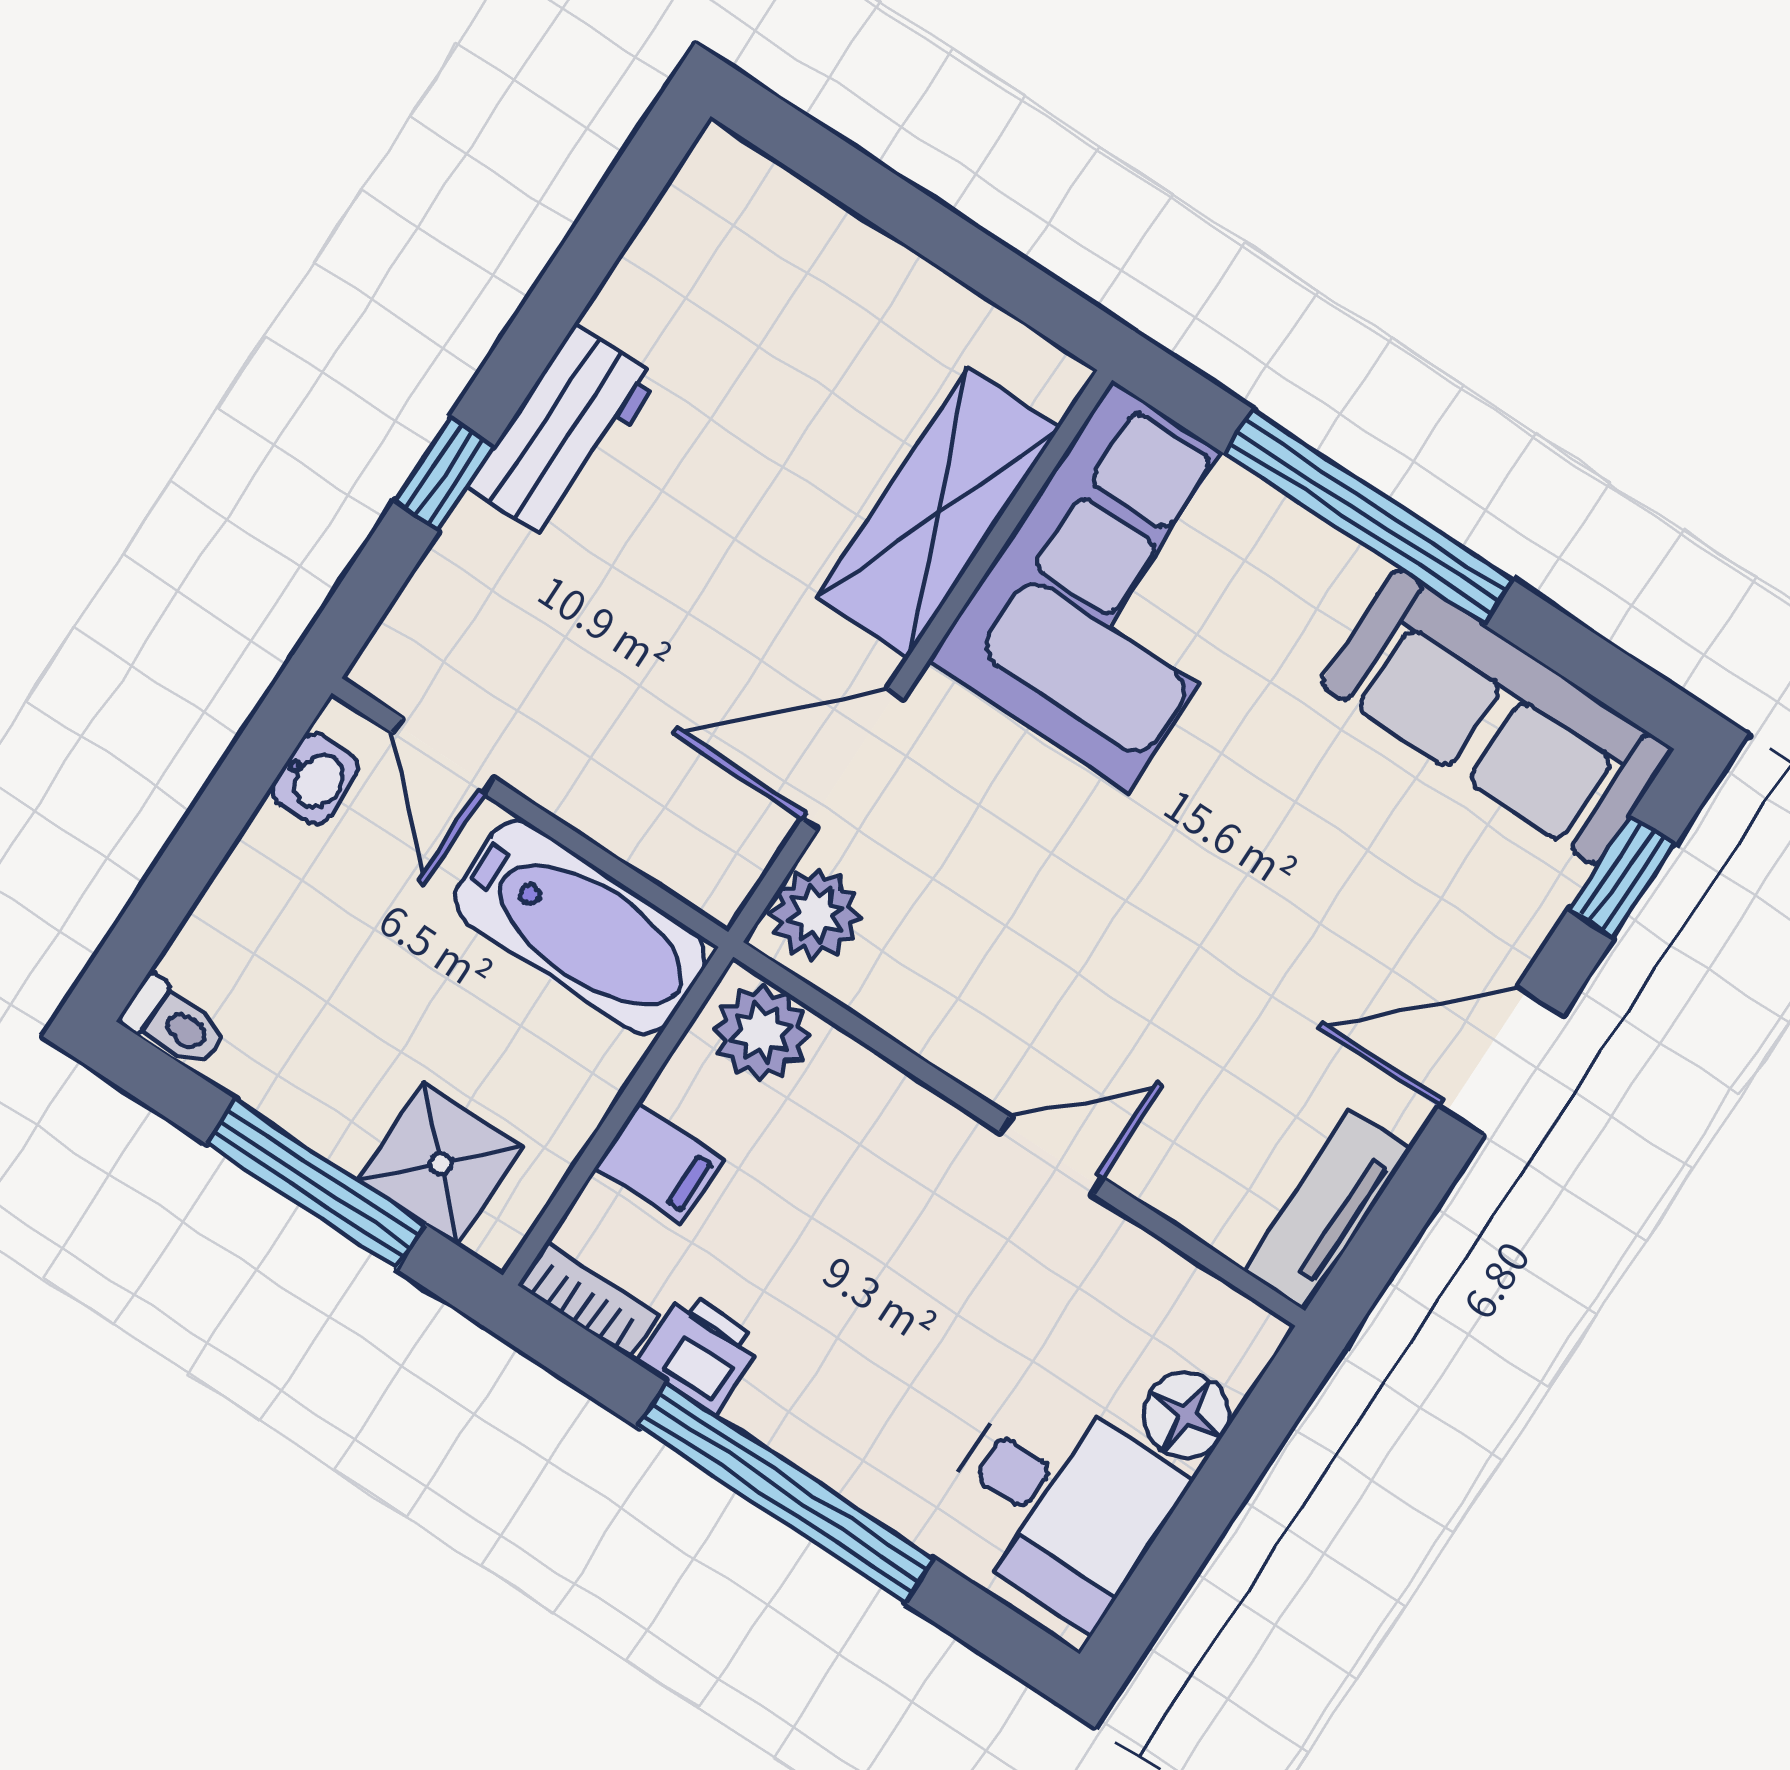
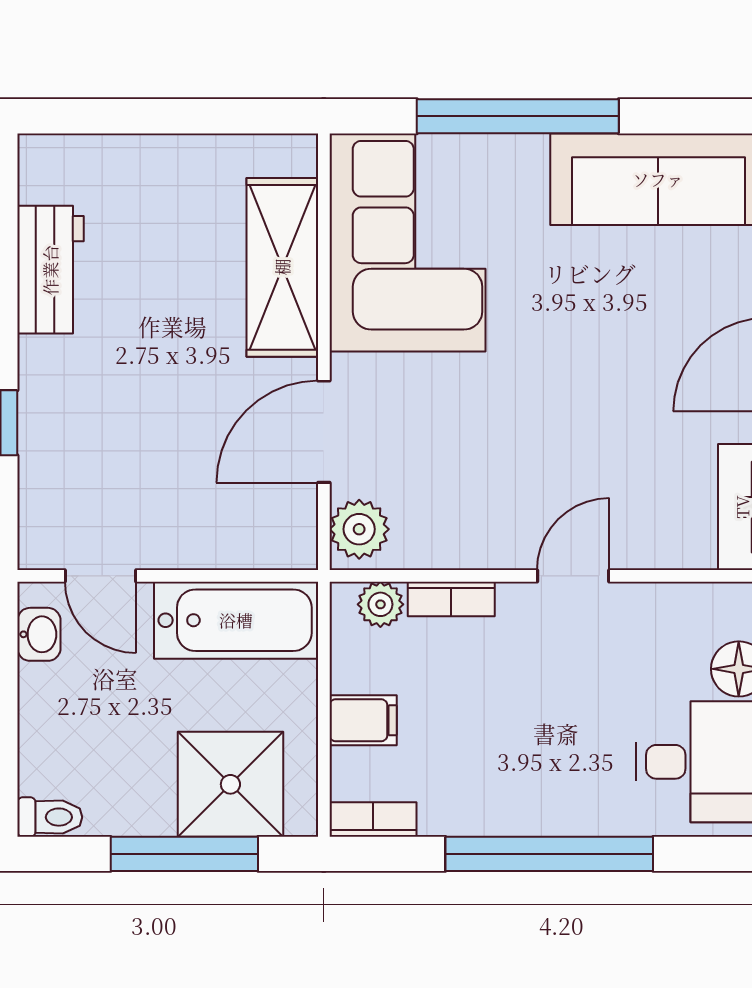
workbench: (564, 432) -> (50, 270), moved
plant: (761, 1033) -> (380, 604), width x0.73, depth x0.73
bookcase: (875, 1082) -> (451, 599), added
shower: (441, 1164) -> (230, 784), width x1.36, depth x1.36
printer: (700, 1352) -> (452, 808), removed

